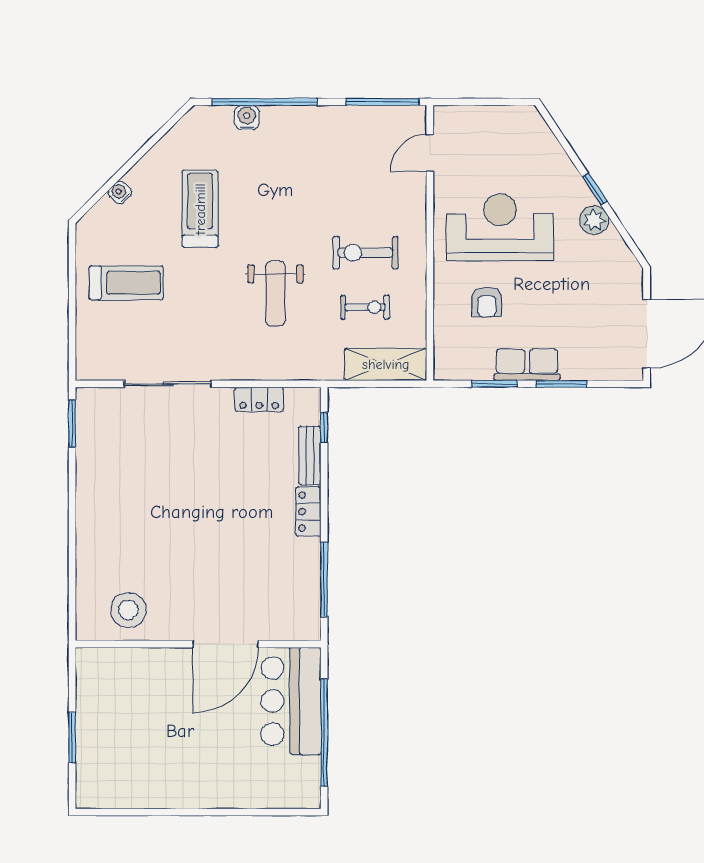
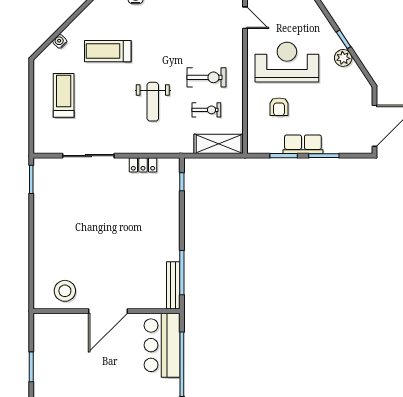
door: (430, 153) -> (245, 18), swing flipped
treadmill: (200, 209) -> (108, 51), turned -90
exercise bike: (365, 253) -> (206, 77), turned 180
treadmill: (126, 283) -> (64, 95), turned -90
bench: (310, 455) -> (173, 285), moved, width x1.36
locker: (308, 512) -> (172, 232), removed
door: (225, 644) -> (108, 311), moved

